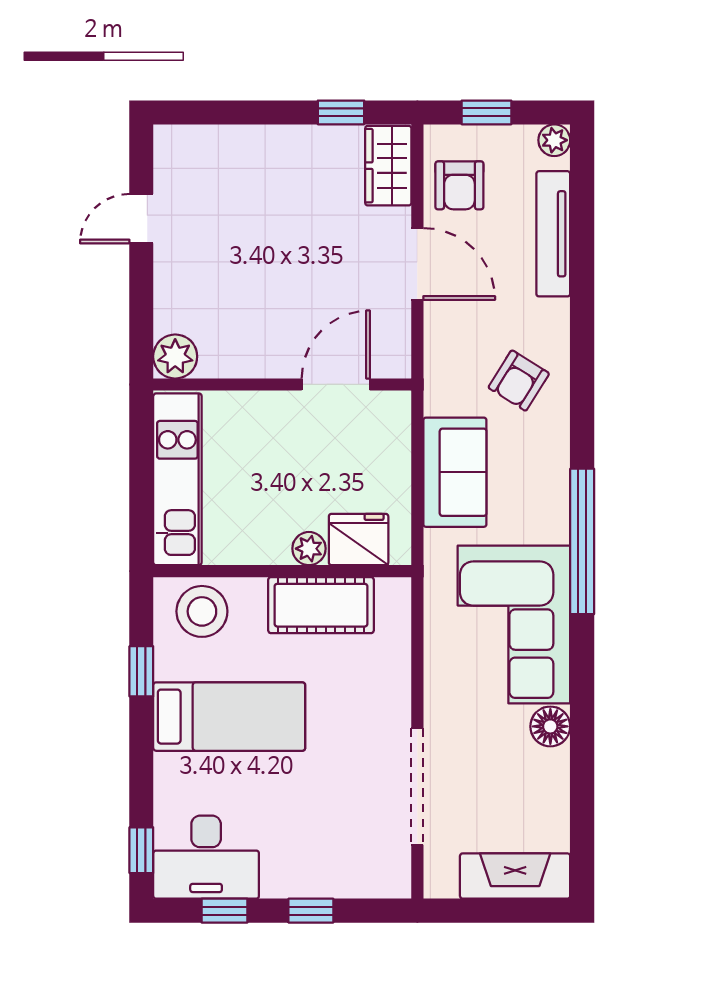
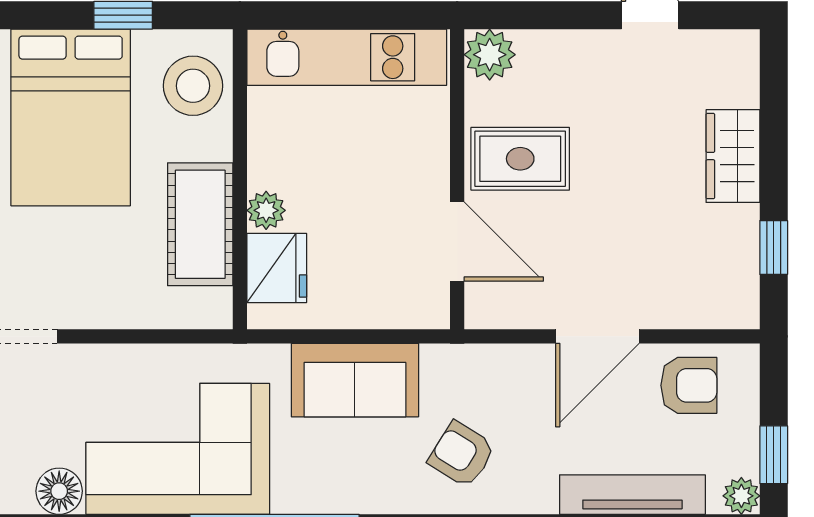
window: (486, 112) -> (774, 455), moved
wardrobe: (388, 166) -> (733, 156), moved, turned -90
armchair: (459, 185) -> (689, 385), turned 180
rug: (265, 330) -> (520, 159), added
bed: (229, 717) -> (71, 117), width x1.50

